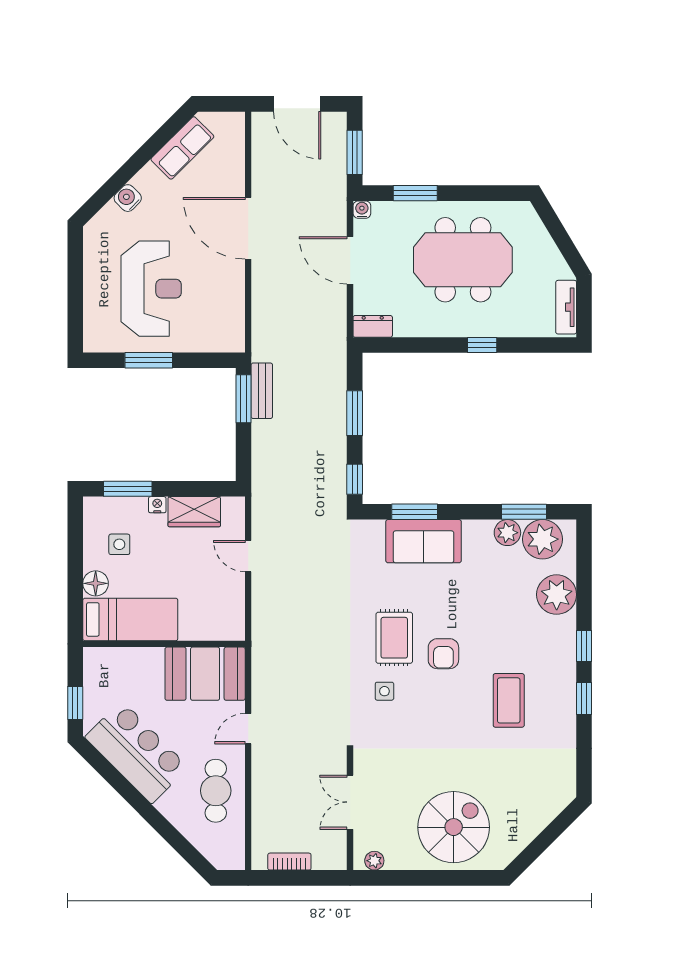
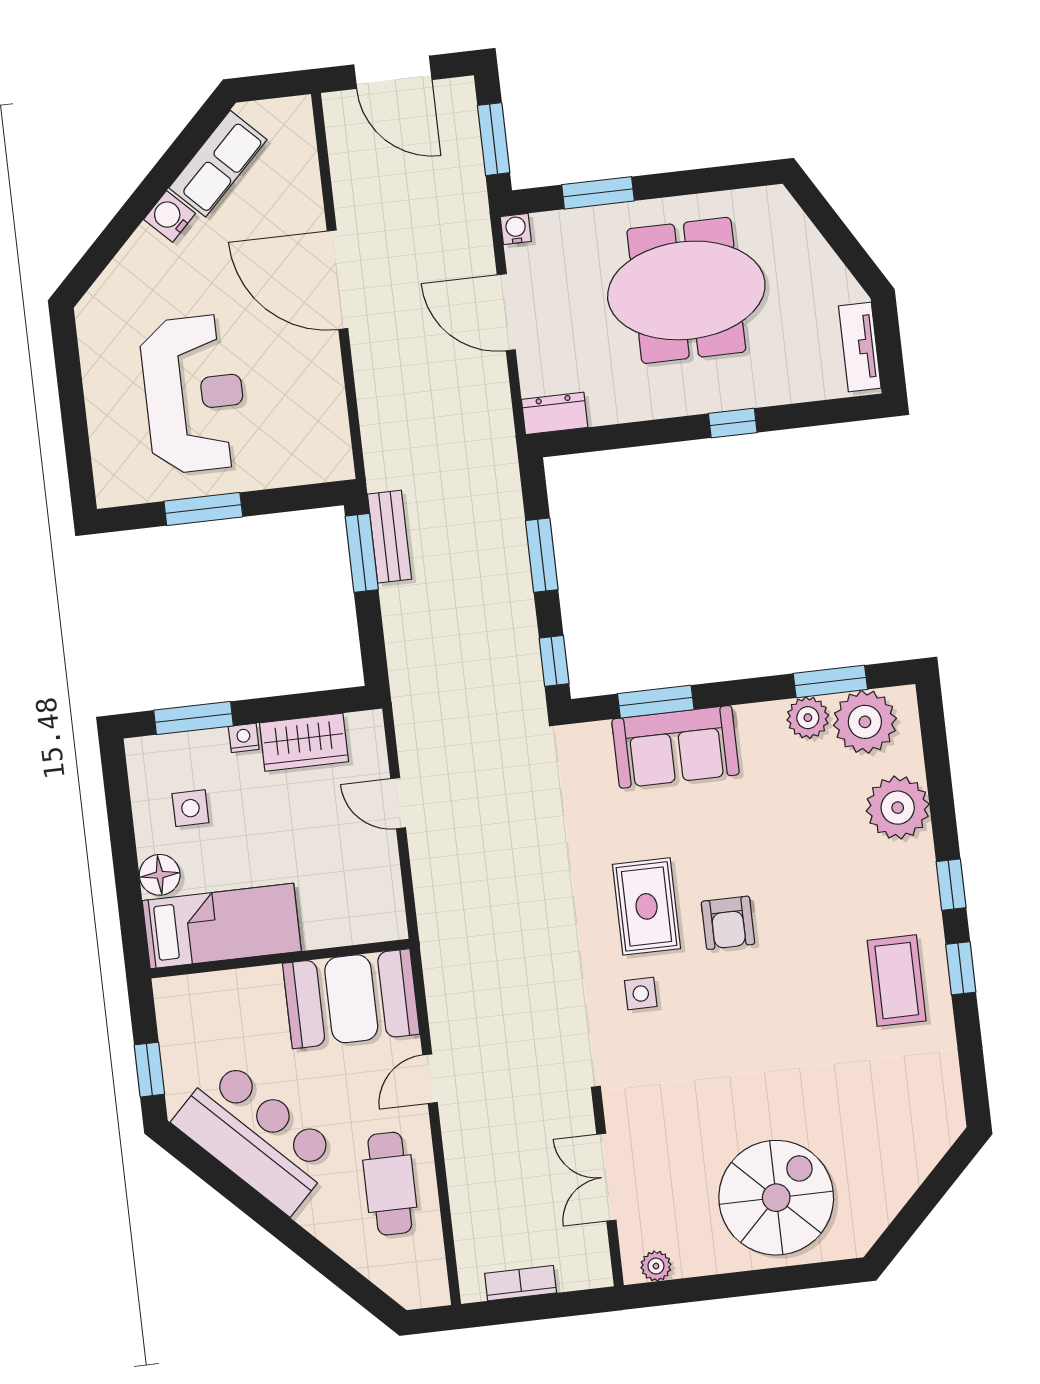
water cooler: (128, 198) -> (170, 216), moved
coffee table: (509, 700) -> (897, 981), moved

